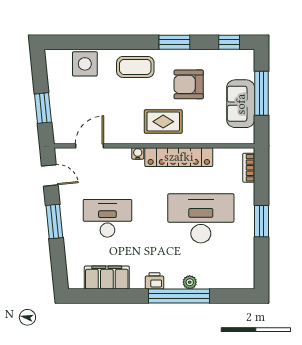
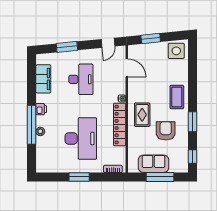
side table: (85, 64) -> (176, 51), moved
window: (54, 221) -> (67, 47), moved

